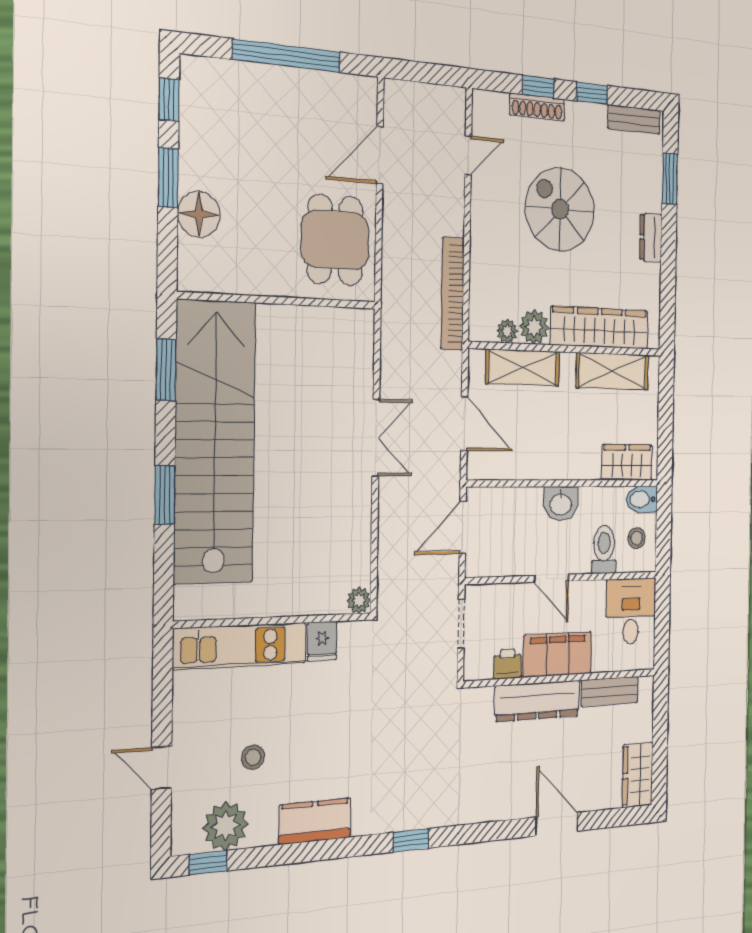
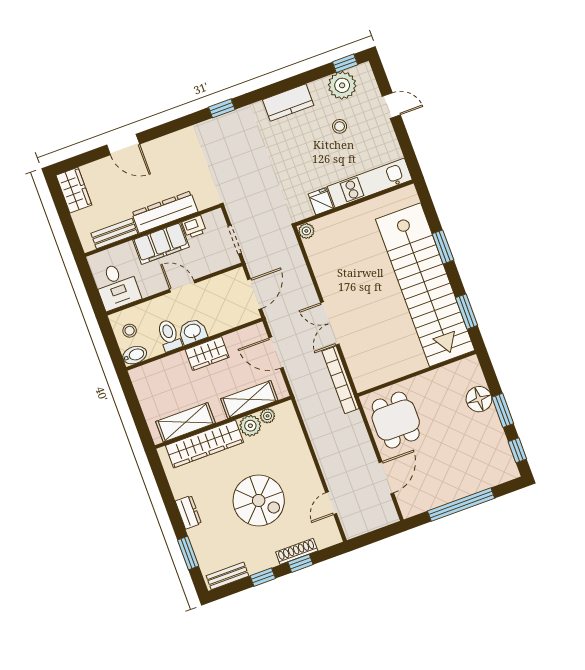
bookcase: (453, 294) -> (340, 380), moved, turned 180
wardrobe: (627, 462) -> (207, 354), moved
toilet: (604, 550) -> (169, 335), moved, turned 180

